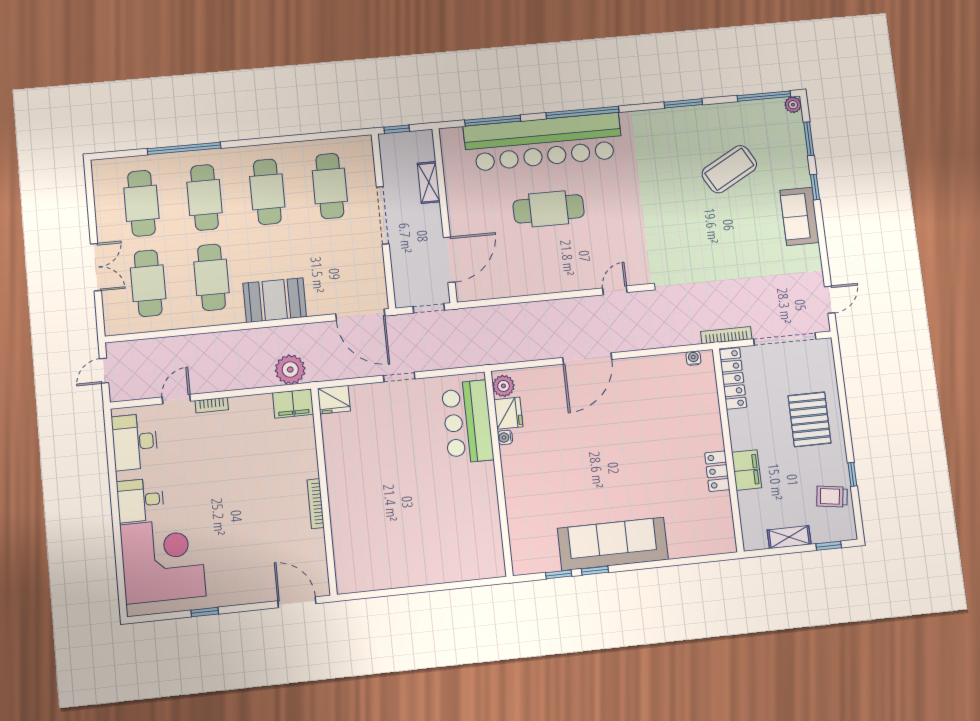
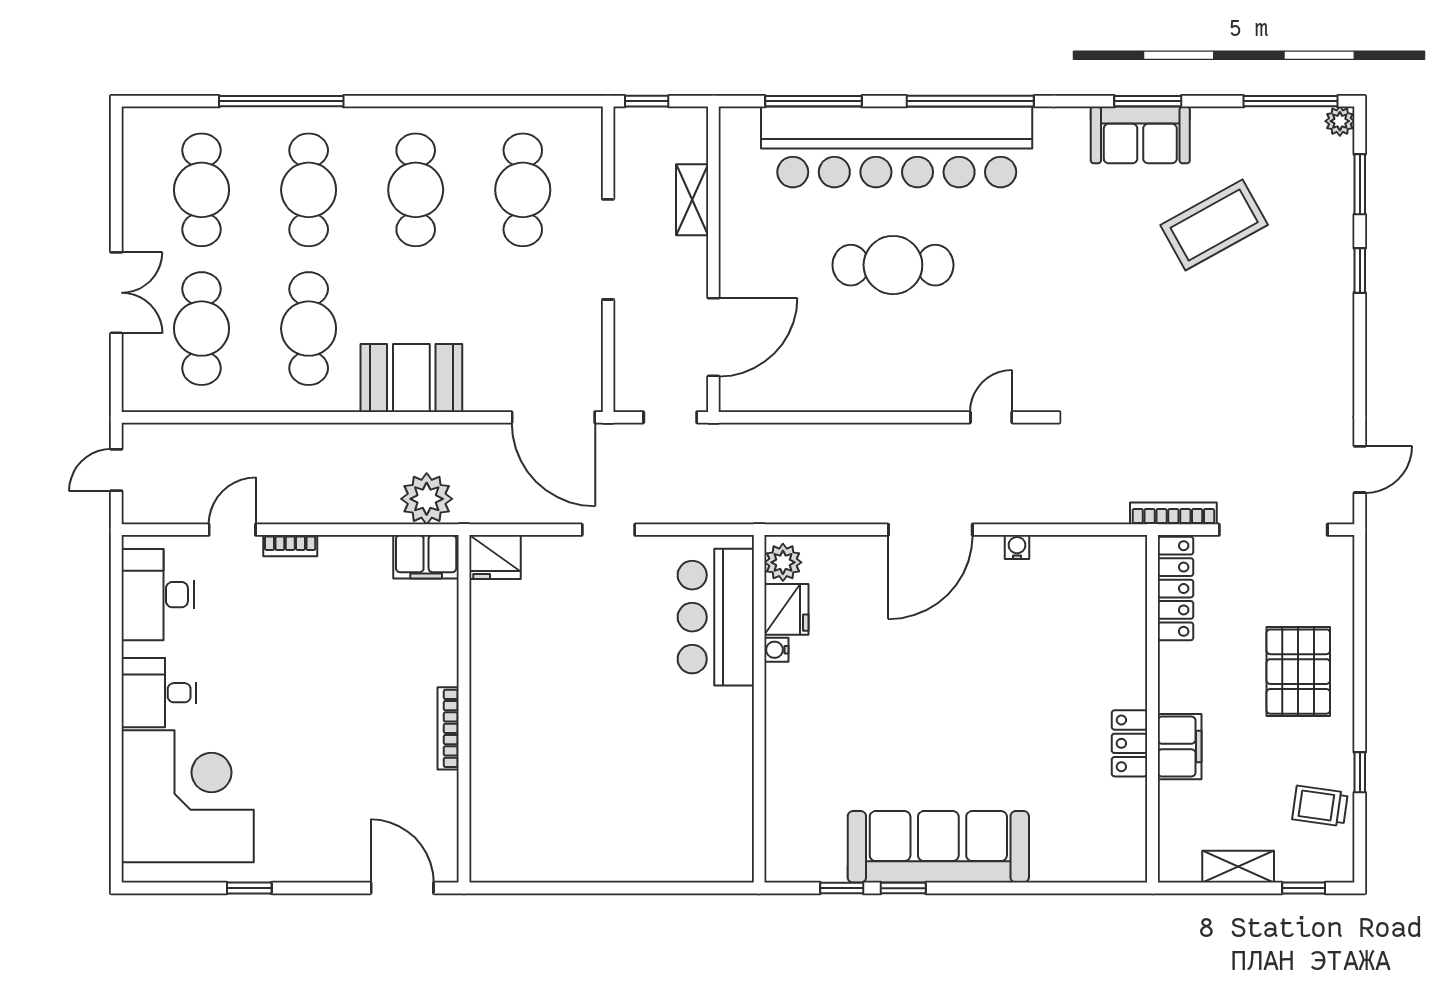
sofa: (799, 216) -> (1140, 135), moved, turned -90
water cooler: (693, 358) -> (1017, 547), moved

